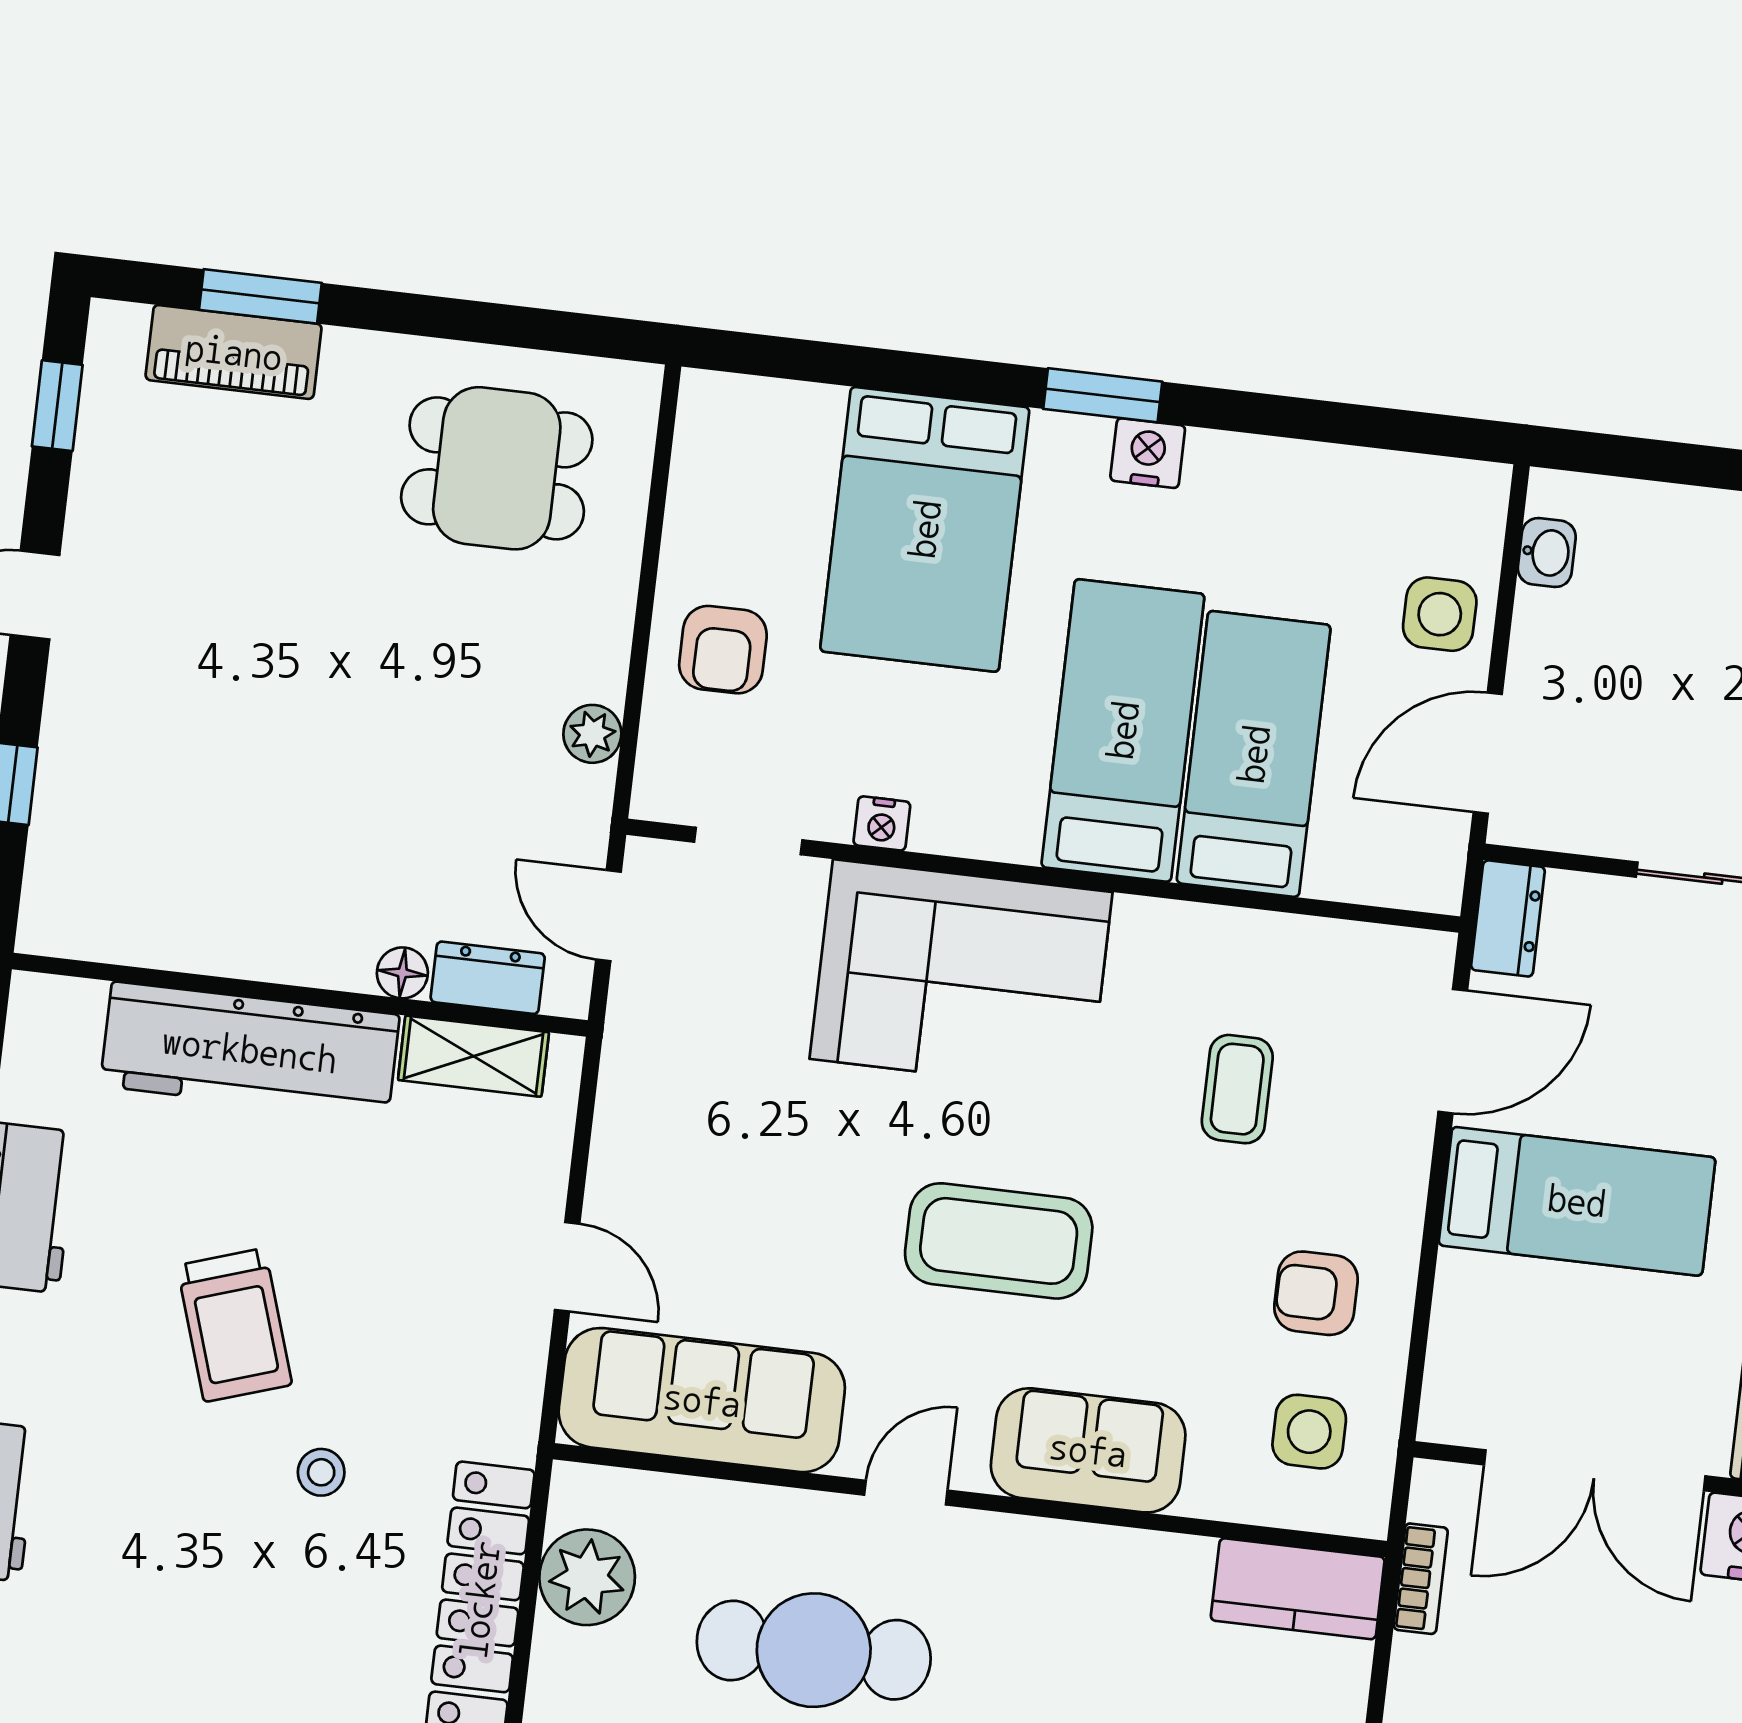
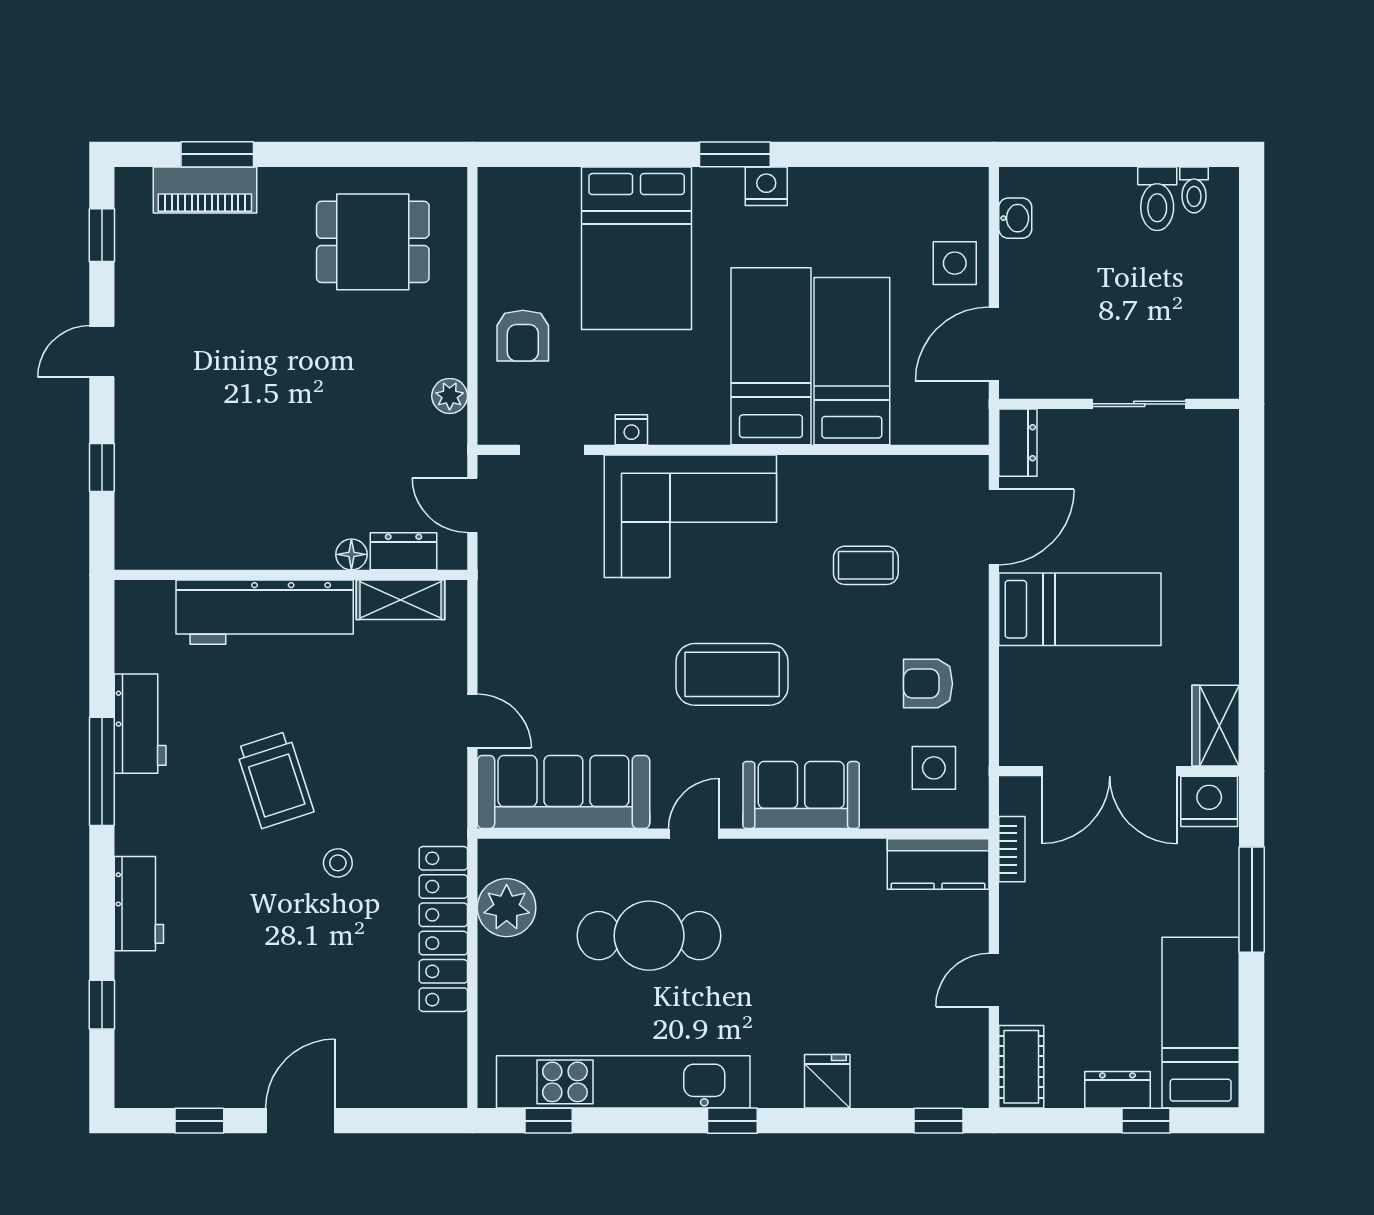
coffee table: (1237, 1089) -> (866, 565), turned 90

